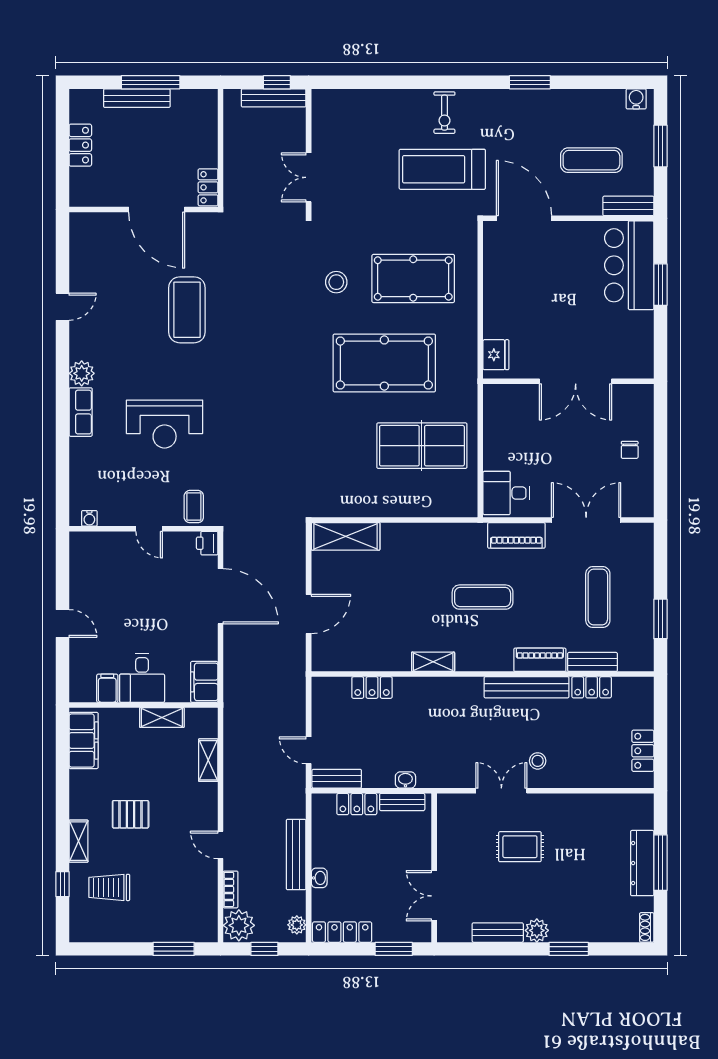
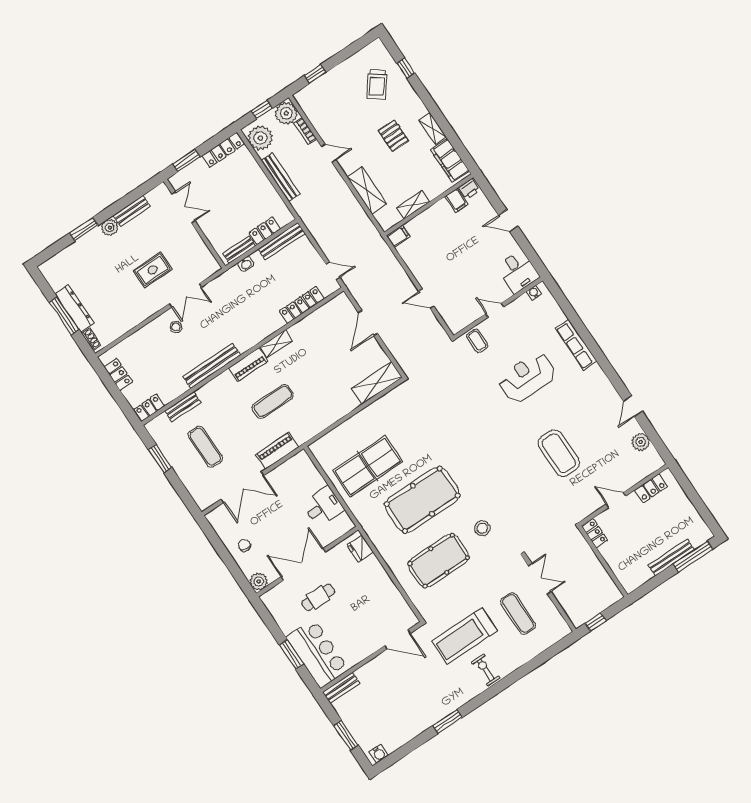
window: (151, 82) -> (693, 557), moved
bench: (274, 98) -> (591, 611), removed
locker: (80, 145) -> (651, 488), moved, turned -90
exercise mat: (591, 160) -> (518, 614), moved, turned 90
treadmill: (442, 169) -> (465, 636), turned 180
door: (157, 210) -> (616, 500), width x0.53
door: (524, 218) -> (397, 639), width x0.73
cafe table: (584, 330) -> (318, 597), added
plant: (82, 373) -> (641, 442), moved
plant: (641, 396) -> (259, 581), added
row of seats: (81, 412) -> (576, 345), width x1.48
desk: (506, 493) -> (323, 507), moved
printer: (207, 543) -> (469, 189), moved, turned 90
door: (221, 596) -> (426, 299), width x0.53
piano: (540, 660) -> (248, 365), moved
desk: (142, 678) -> (518, 272), moved, turned 180
filing cabinet: (204, 682) -> (398, 236), width x0.50
locker: (592, 687) -> (149, 408), moved
locker: (372, 688) -> (302, 305), width x1.53
door: (309, 750) -> (333, 271), moved
shelving: (208, 760) -> (367, 190), width x1.50, depth x1.33
bench: (337, 779) -> (281, 241), width x1.36
pallet: (131, 814) -> (393, 136), turned 90
shelving: (79, 841) -> (433, 129), moved
washbasin: (319, 878) -> (258, 173), removed
trolley: (109, 887) -> (377, 84), turned 127
plant: (297, 925) -> (260, 138), width x1.87, depth x1.87
shoe rack: (647, 927) -> (91, 339), moved
window: (174, 949) -> (315, 74), width x0.67

